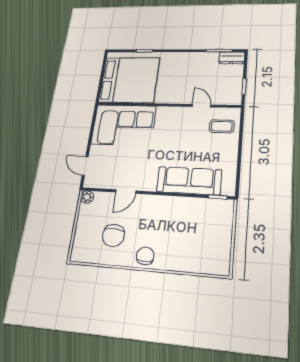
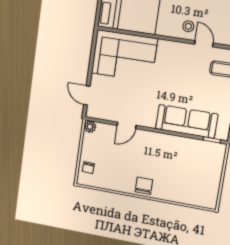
stool: (185, 92) -> (188, 26), added
chair: (113, 236) -> (88, 168), moved, width x0.54, depth x0.54

